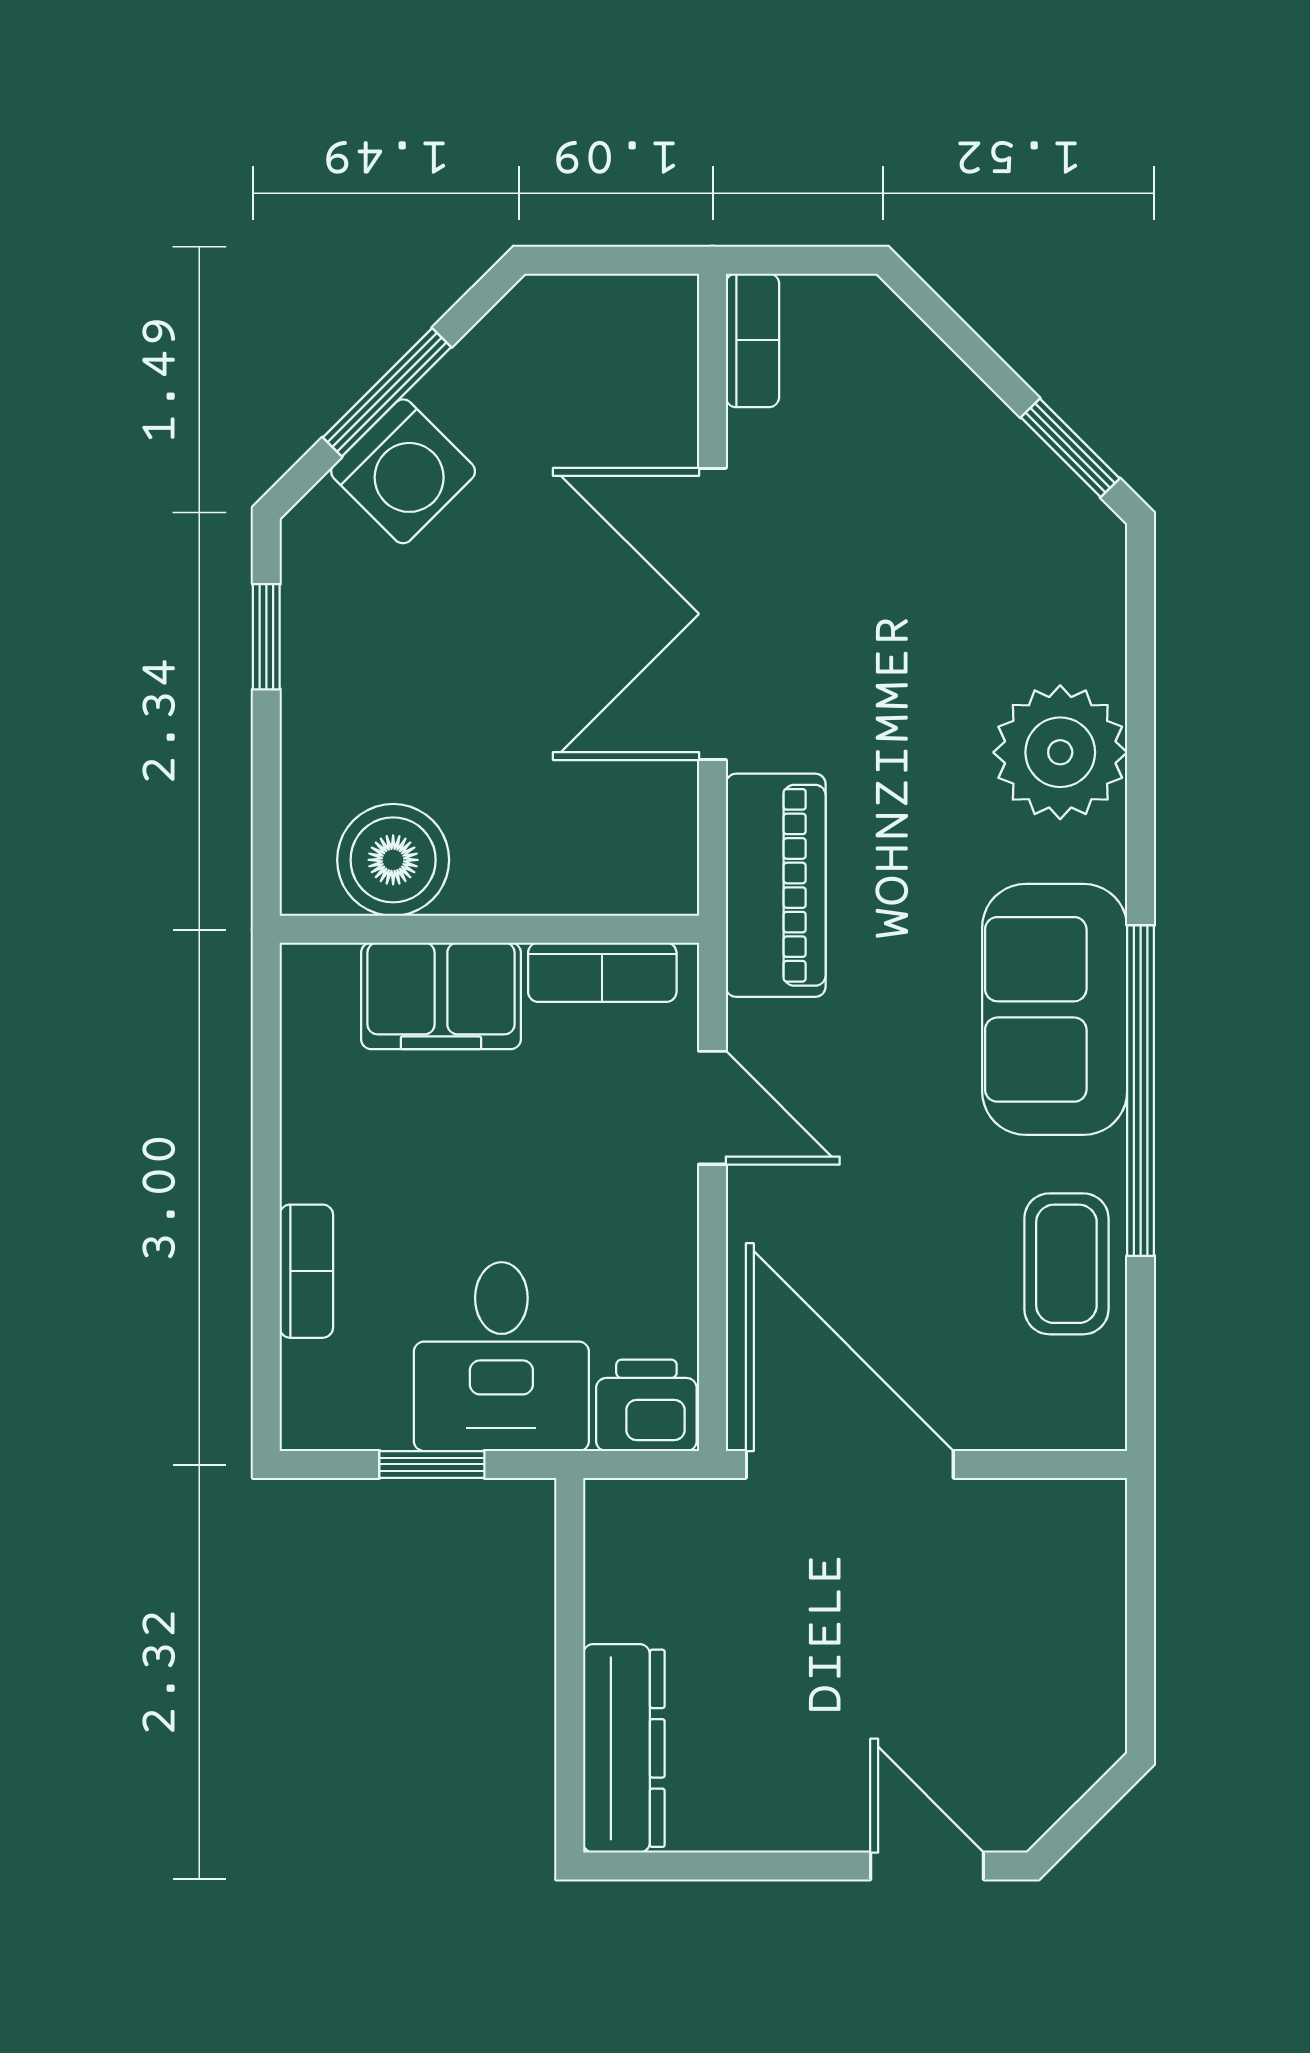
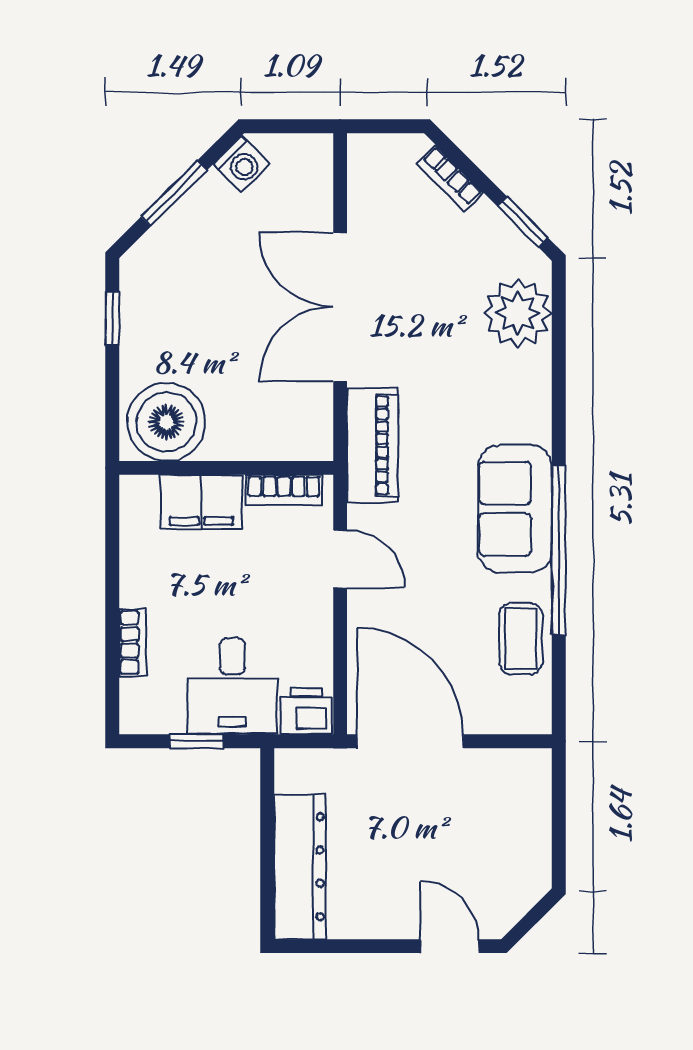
bookcase: (753, 340) -> (450, 178), moved, turned 135
washing machine: (403, 471) -> (241, 164), moved, width x0.73, depth x0.73
plant: (1060, 752) -> (518, 313), moved
boiler: (393, 860) -> (167, 422), width x1.37, depth x1.37
dresser: (624, 1748) -> (300, 867), width x1.37, depth x1.24

